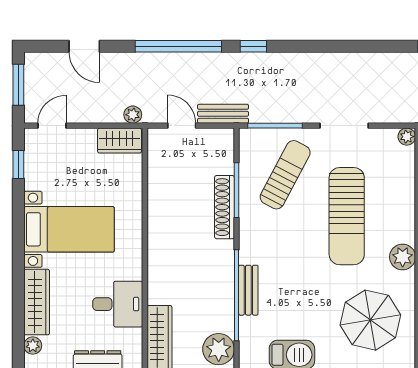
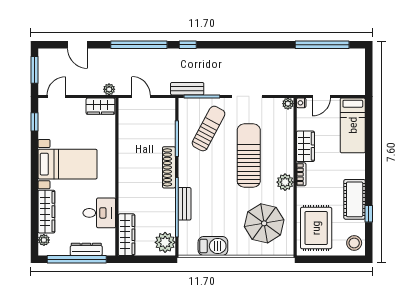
bench: (223, 114) -> (187, 89), moved
shoe rack: (224, 207) -> (169, 167), moved
sun lounger: (347, 216) -> (249, 156), turned 180

